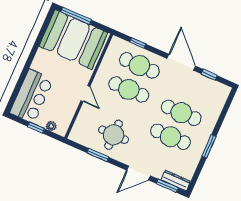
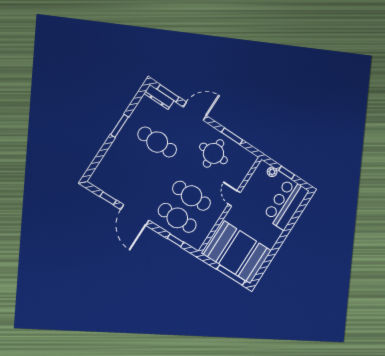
cafe table: (181, 113) -> (143, 164), removed

